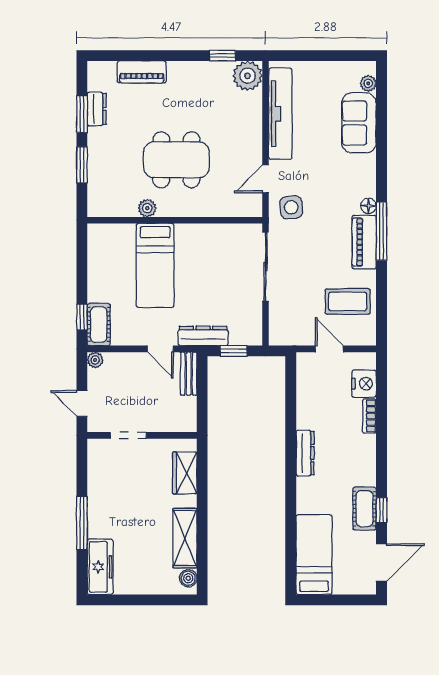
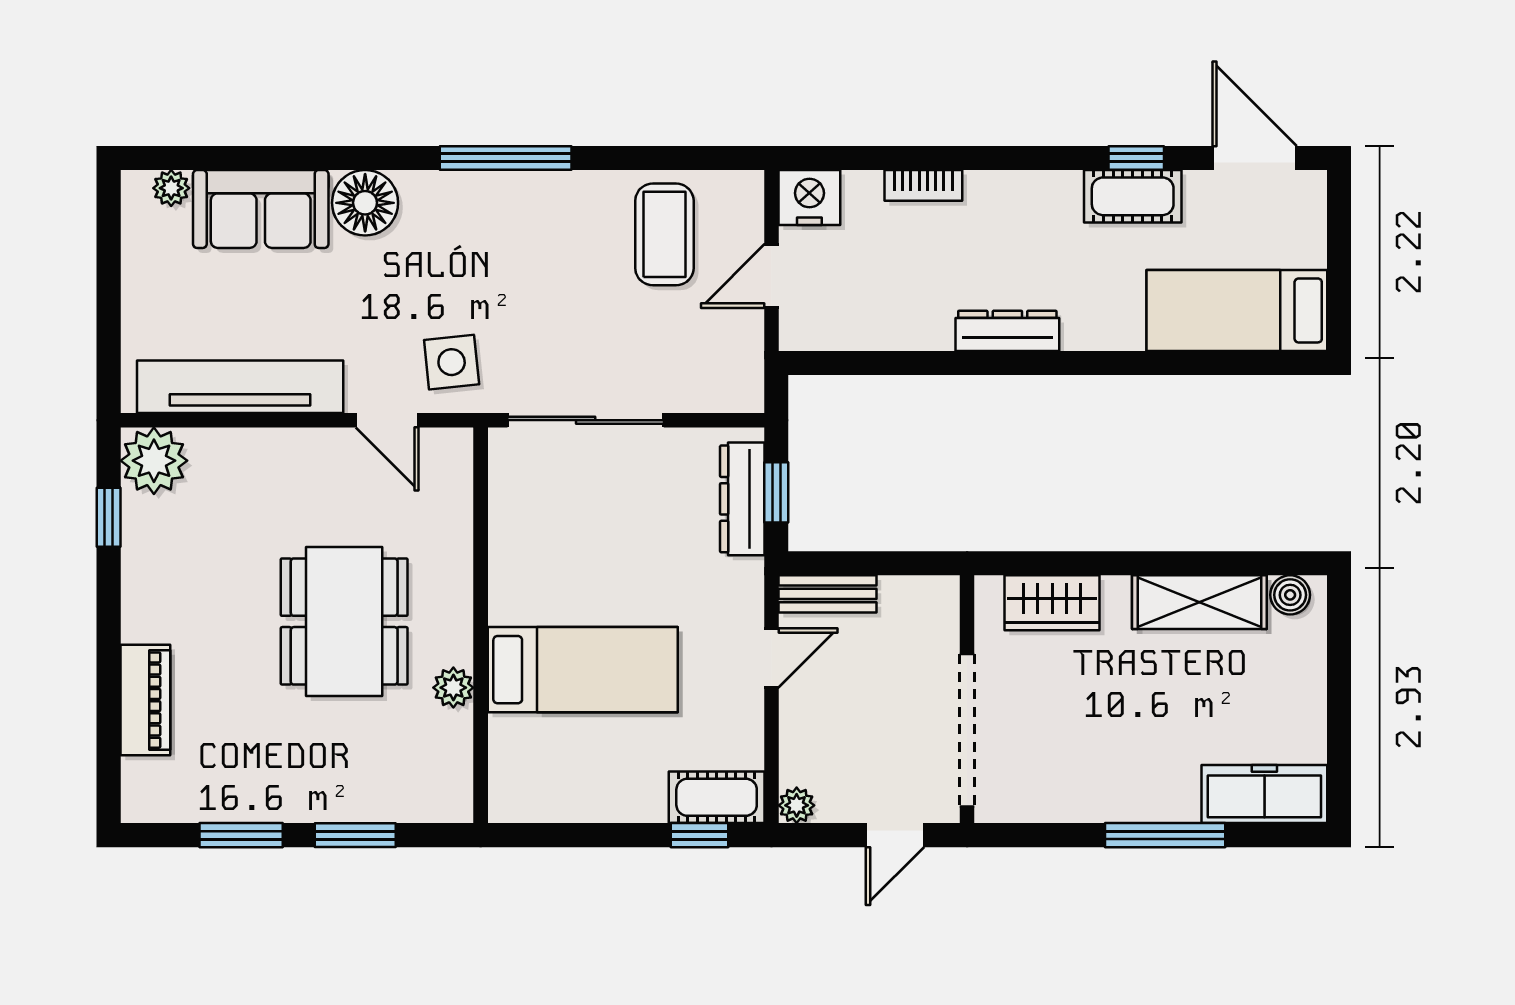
dresser: (97, 109) -> (229, 802), removed
floor lamp: (368, 206) -> (365, 203), moved, width x1.89, depth x1.89
piano: (364, 242) -> (530, 197), removed
dresser: (203, 336) -> (742, 499), moved
nightstand: (364, 384) -> (809, 197), moved
doorway: (128, 435) -> (967, 730), width x1.88

